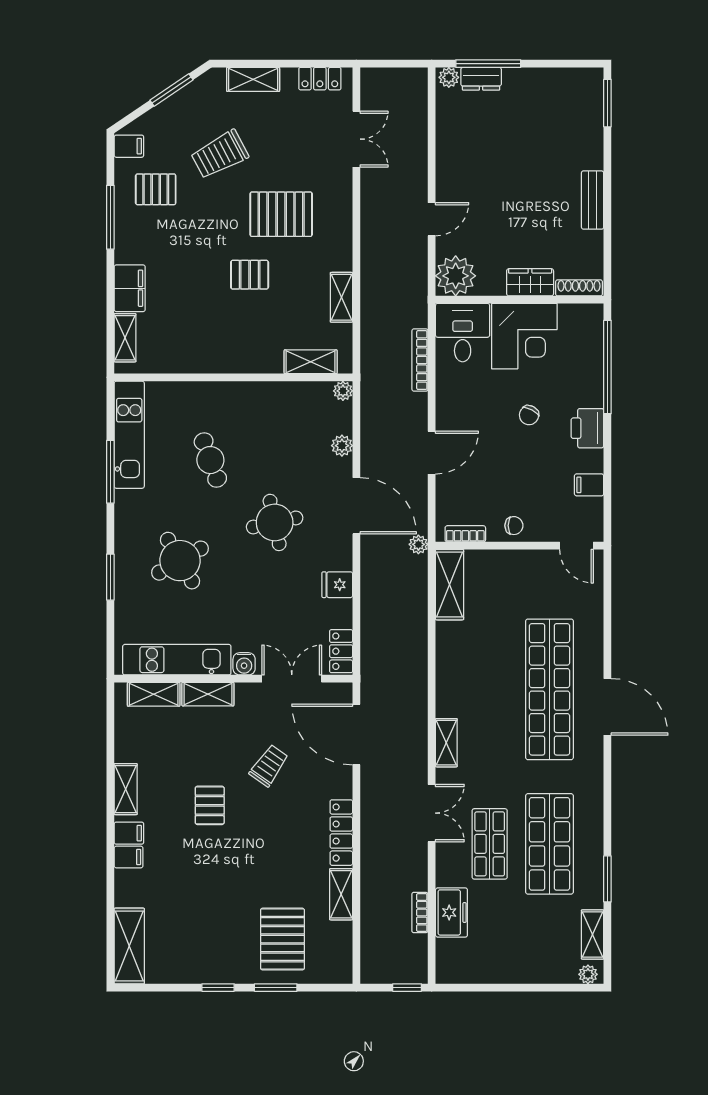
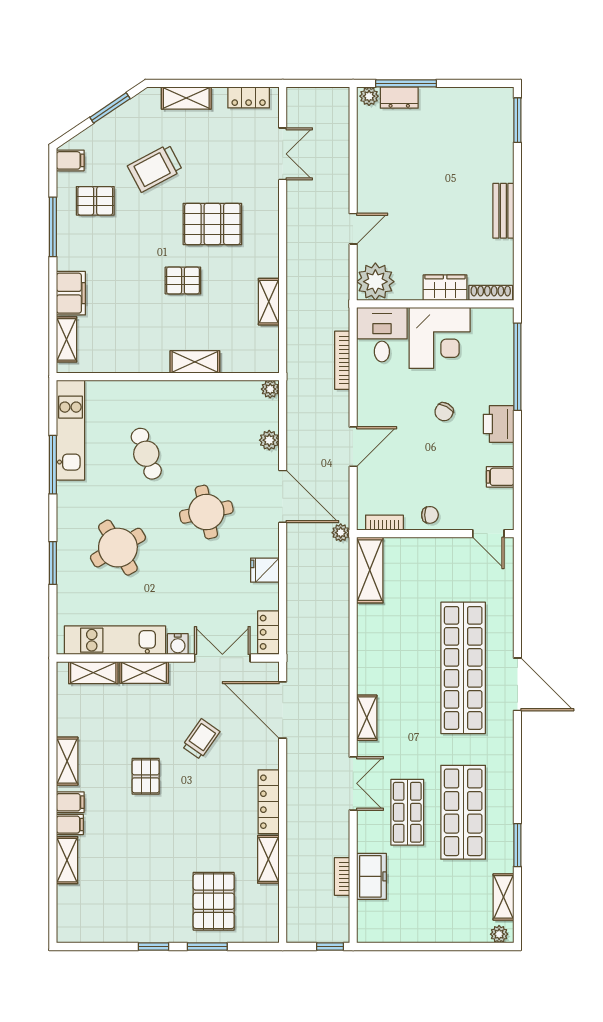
shelving: (311, 362) -> (195, 362), moved
shelving: (129, 946) -> (67, 860), moved, width x0.67, depth x0.75

